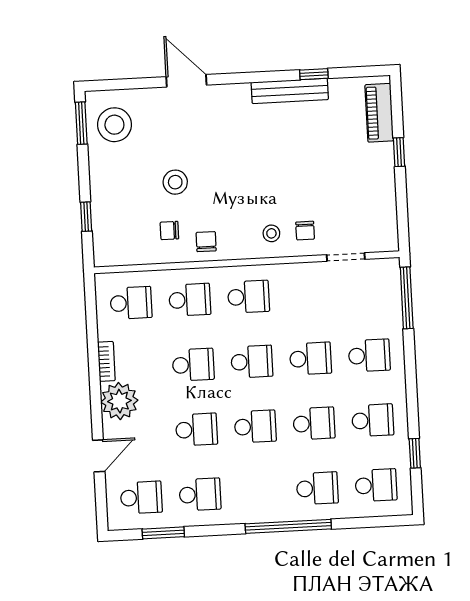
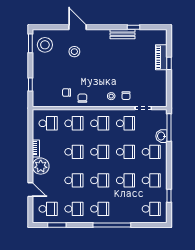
bench: (290, 91) -> (122, 34), width x0.73
piano: (379, 113) -> (161, 57), moved
stool: (175, 182) -> (74, 52), moved
school desk: (307, 294) -> (125, 123), added
washbasin: (390, 318) -> (161, 136), added
door: (99, 456) -> (30, 190), hinge flipped
school desk: (317, 488) -> (100, 209), moved

